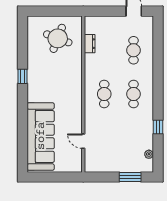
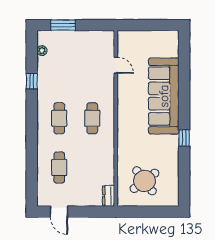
round table: (58, 38) -> (145, 181), turned 32
dresser: (90, 44) -> (109, 196), moved
sofa: (41, 136) -> (164, 96), moved

